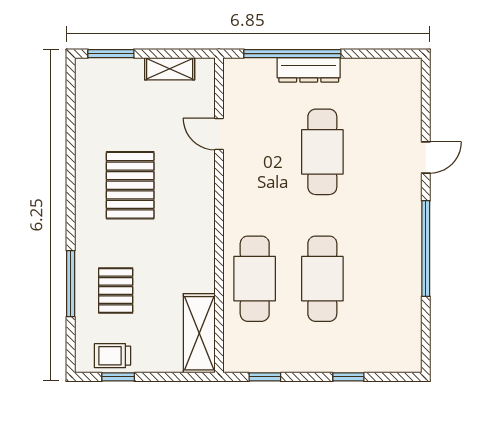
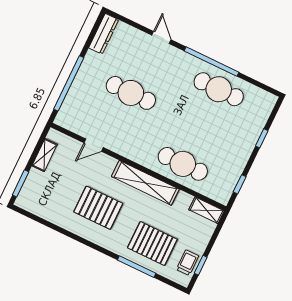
dresser: (309, 70) -> (104, 34), moved
shelving: (200, 237) -> (145, 183), added
cafe table: (322, 279) -> (219, 89), moved
pallet: (116, 291) -> (152, 244), width x1.50, depth x1.42
shelving: (199, 333) -> (206, 210), width x0.67, depth x0.75
trolley: (112, 356) -> (187, 263), turned 180

